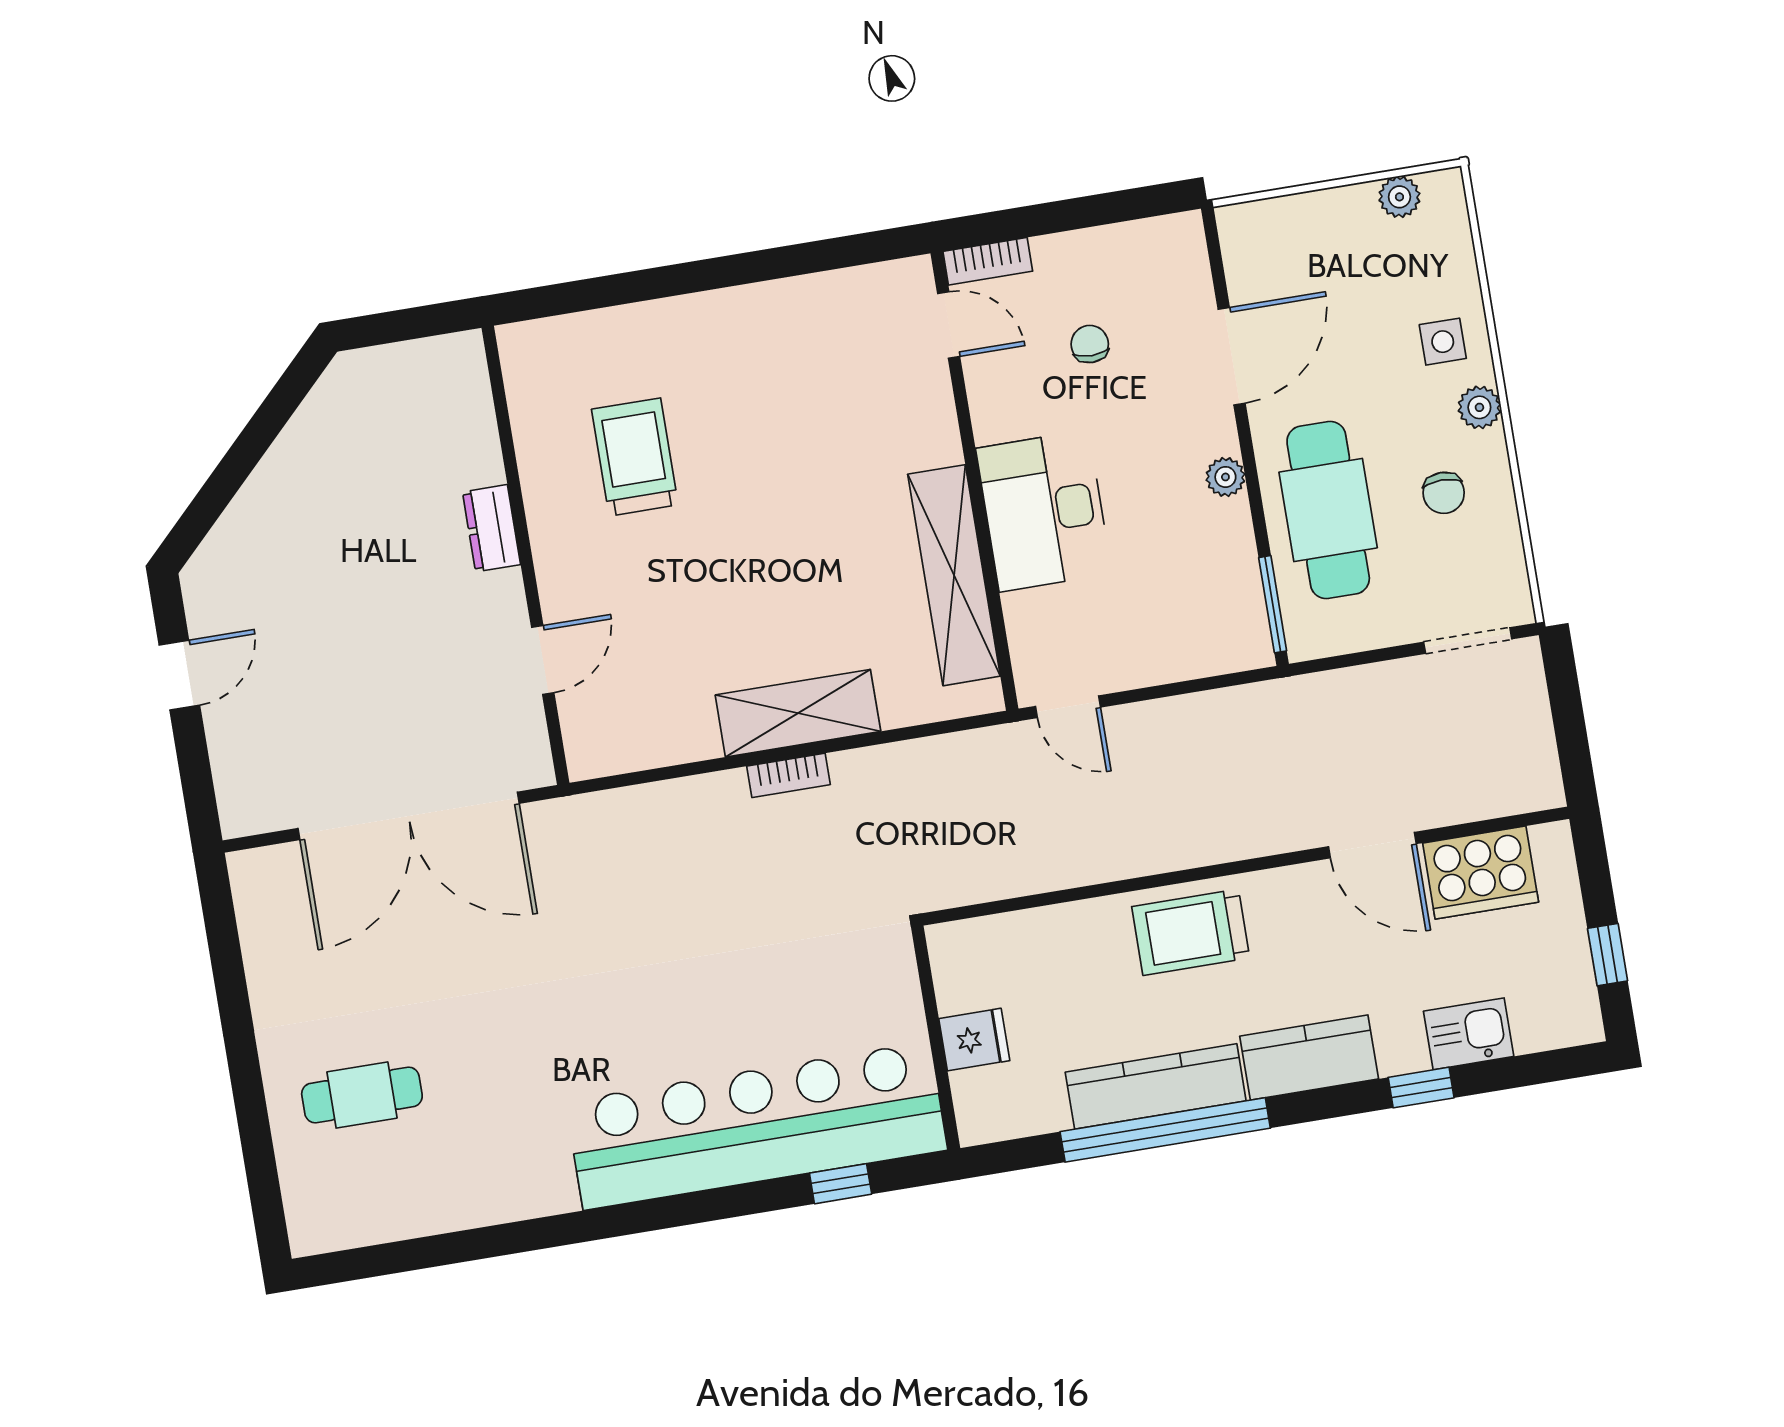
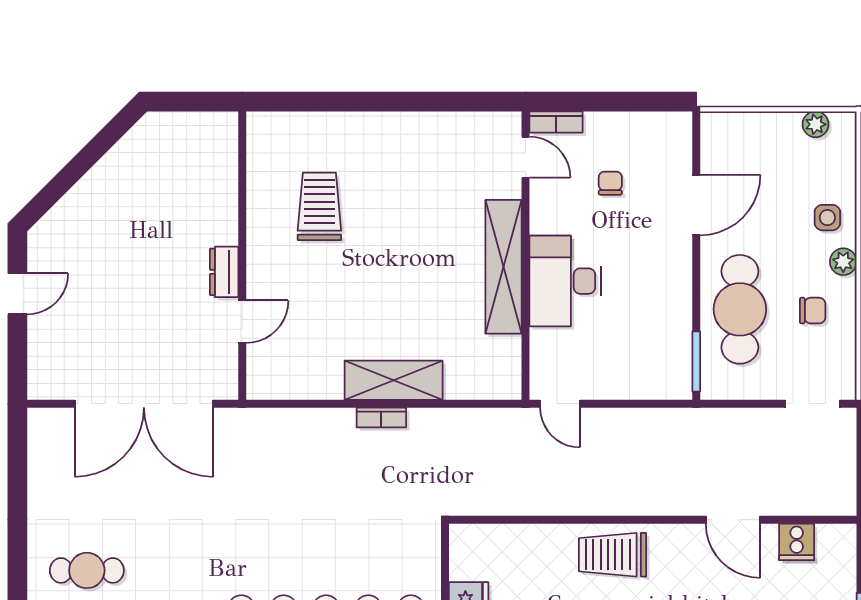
plant: (1225, 477) -> (680, 279), removed
chair: (1444, 493) -> (813, 311), turned -90
dresser: (491, 528) -> (224, 272), moved
shelving: (954, 575) -> (503, 267), moved
cooker: (1481, 873) -> (797, 542), width x0.53, depth x0.76

